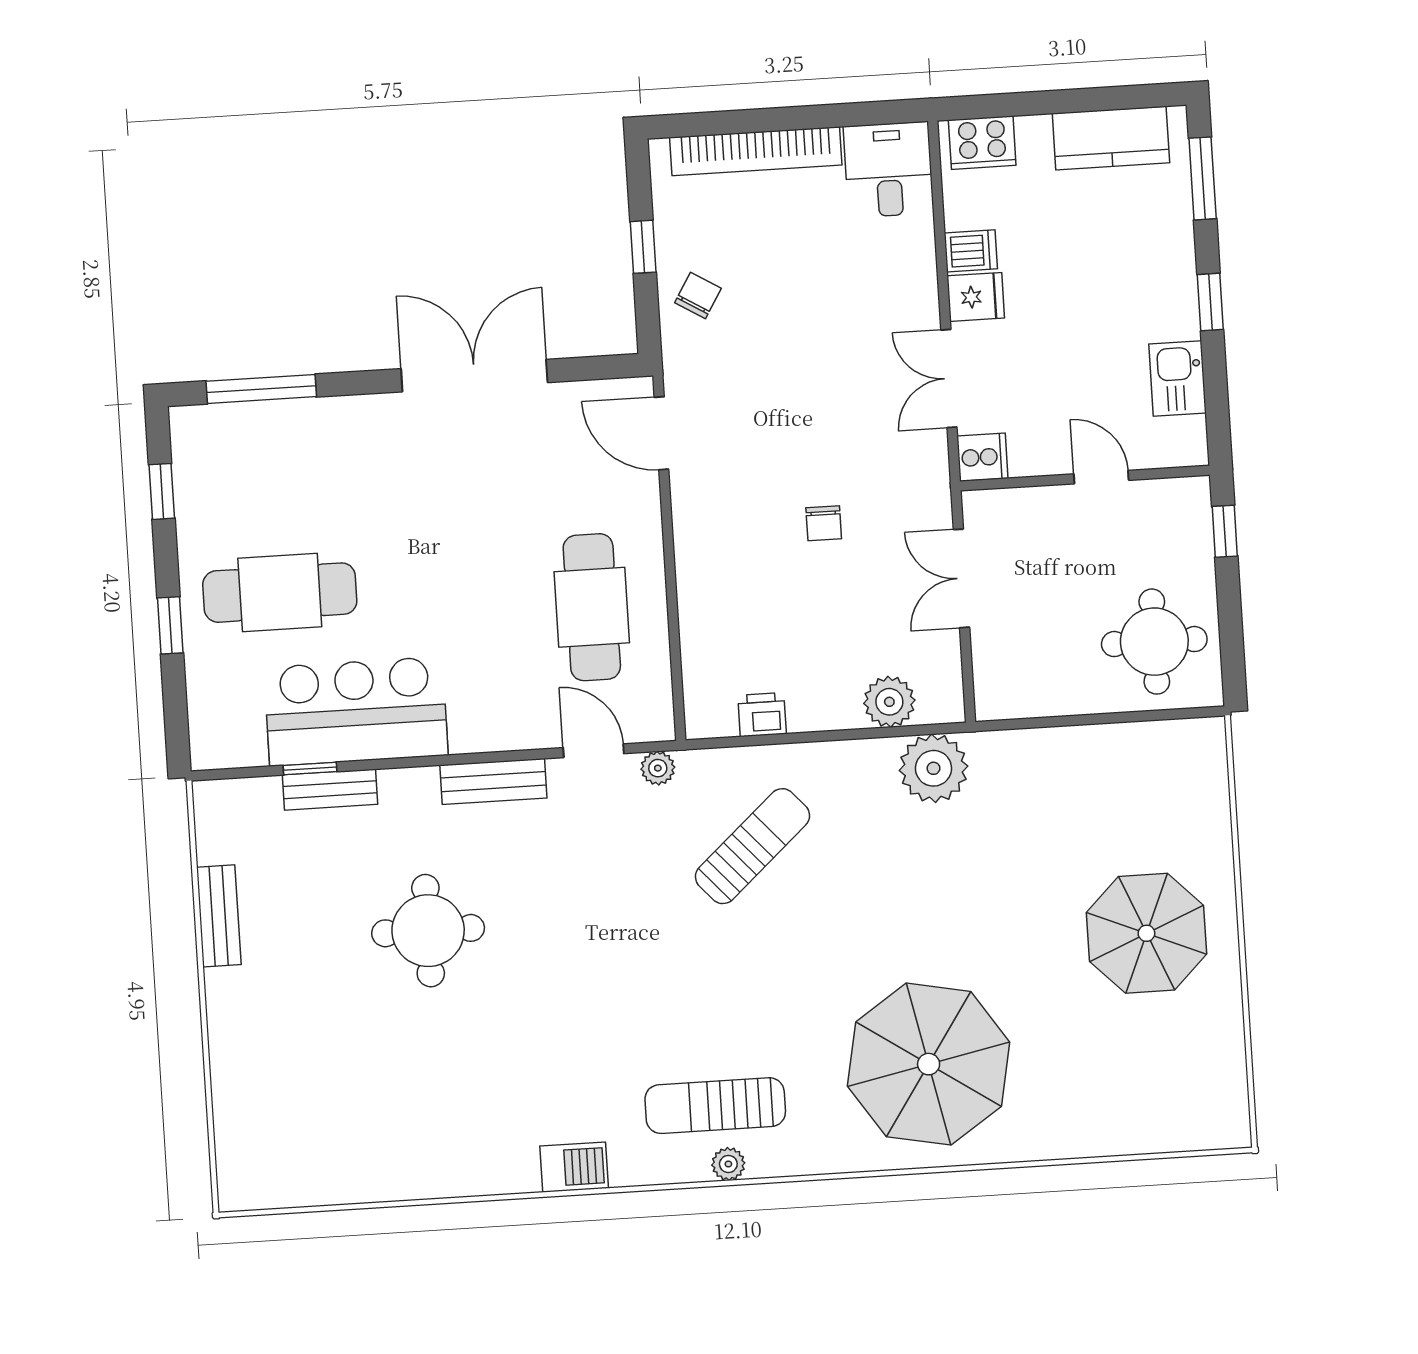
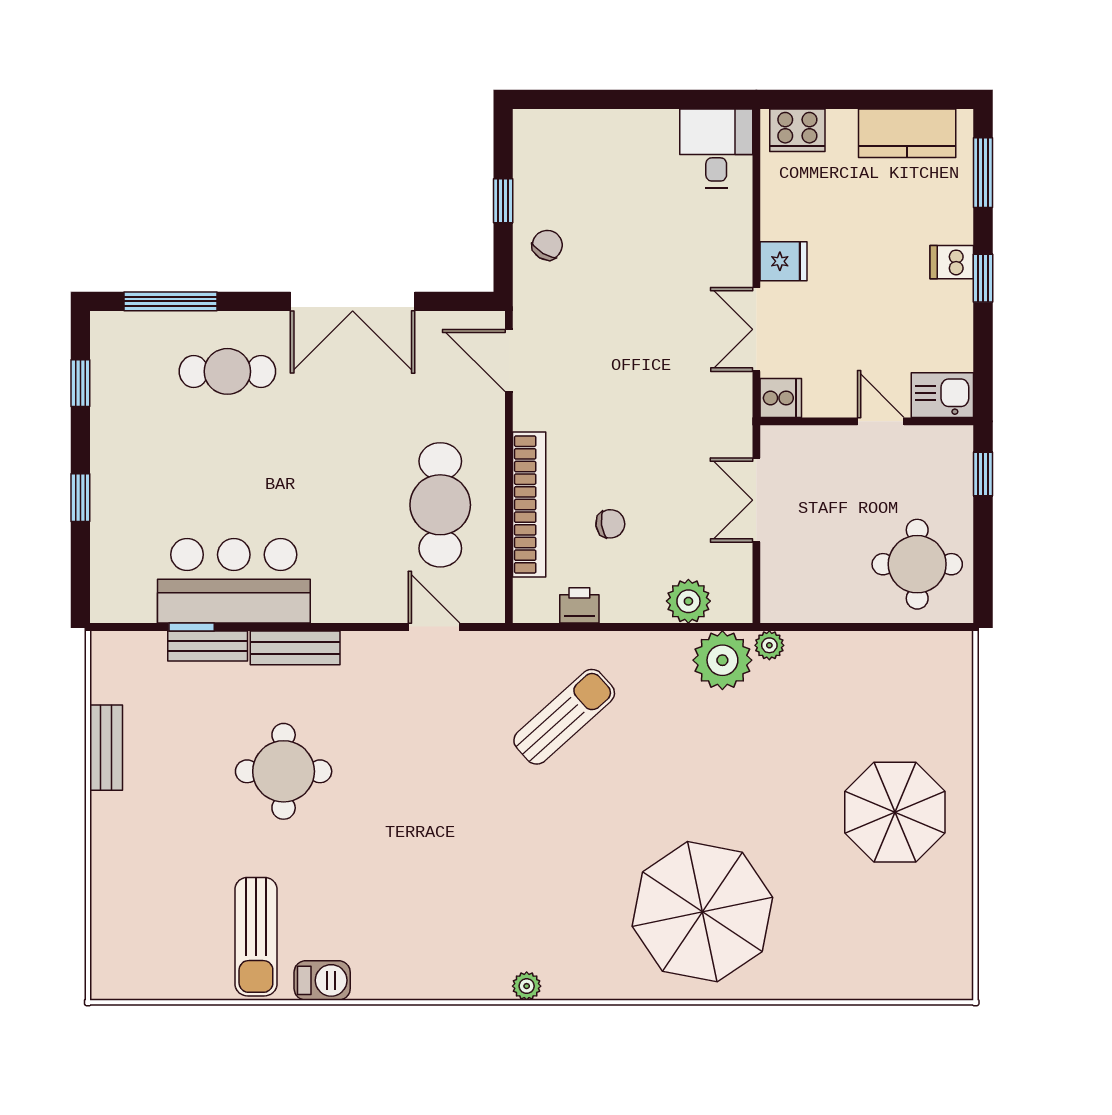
bookcase: (756, 151) -> (529, 505), moved, turned -90
dishwasher: (971, 251) -> (952, 262), moved, turned 180
double door: (474, 376) -> (353, 301), swing flipped
kitchen sink: (1178, 379) -> (942, 395), moved, turned 90
chair: (824, 523) -> (610, 524), moved, turned -98
cafe table: (280, 593) -> (227, 371), moved, width x0.73, depth x0.74
plant: (658, 768) -> (769, 645), moved
bench: (493, 781) -> (295, 648), moved
sun lounger: (715, 1106) -> (256, 937), moved, turned -90
barbecue: (574, 1167) -> (322, 980), moved

